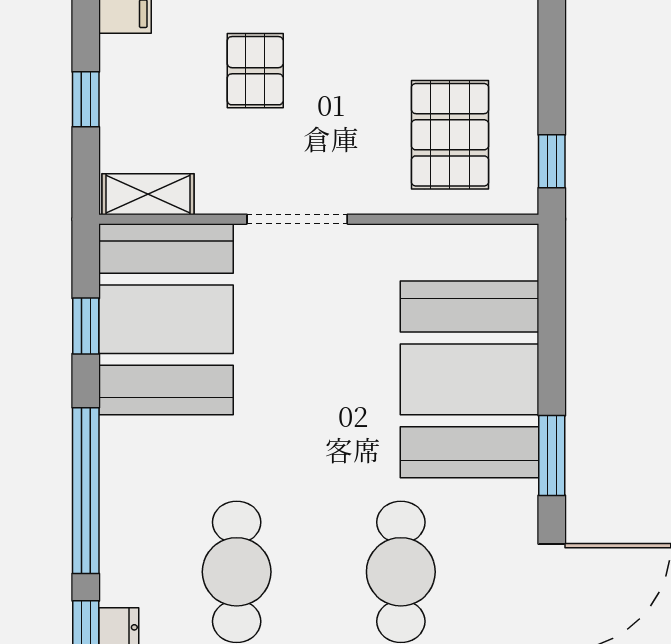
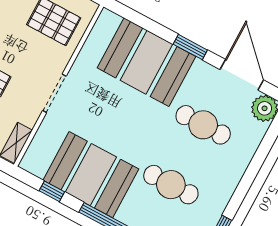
booth: (166, 319) -> (91, 175), moved

